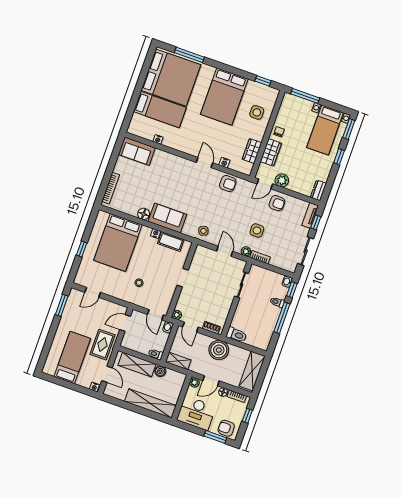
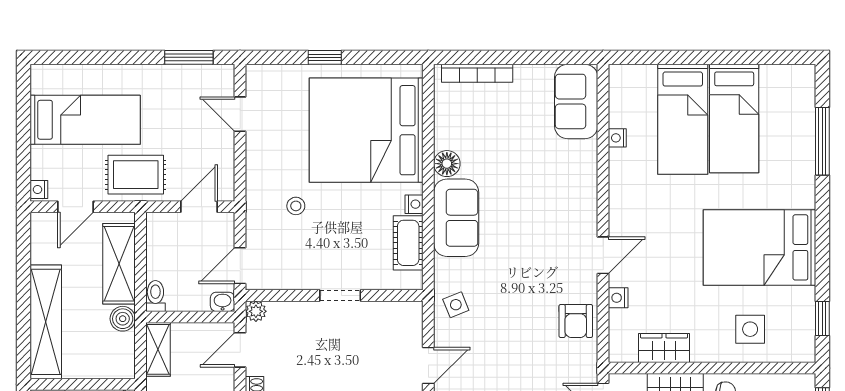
bed: (171, 78) -> (734, 119), width x0.49
bed: (118, 242) -> (366, 130), width x1.36
door: (125, 323) -> (199, 207), hinge flipped

